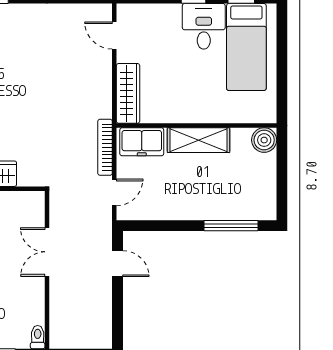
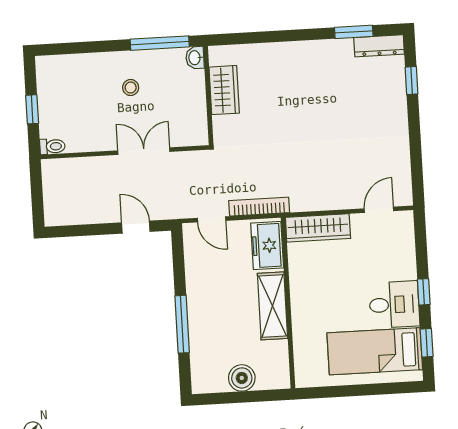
boiler: (264, 140) -> (242, 378), moved
window: (231, 226) -> (182, 324), moved
door: (117, 264) -> (136, 227), swing flipped

